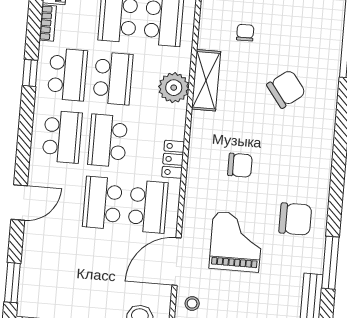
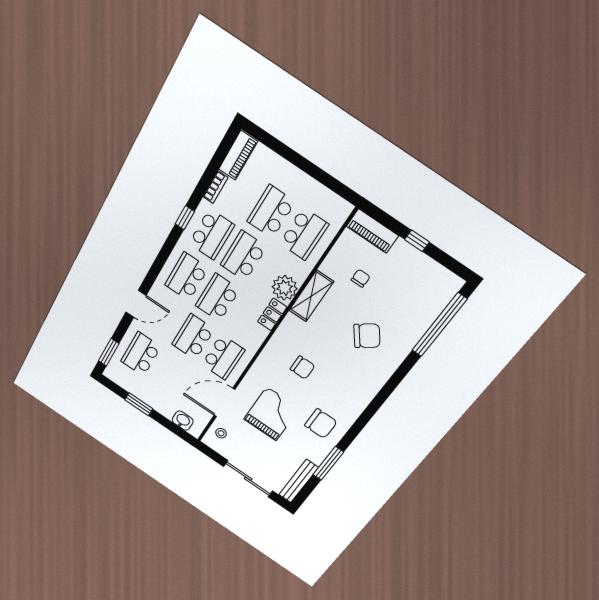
school desk: (113, 78) -> (243, 256), turned 180
school desk: (62, 137) -> (187, 277), turned 180
locker: (173, 159) -> (272, 314), moved
school desk: (52, 261) -> (141, 354), added

